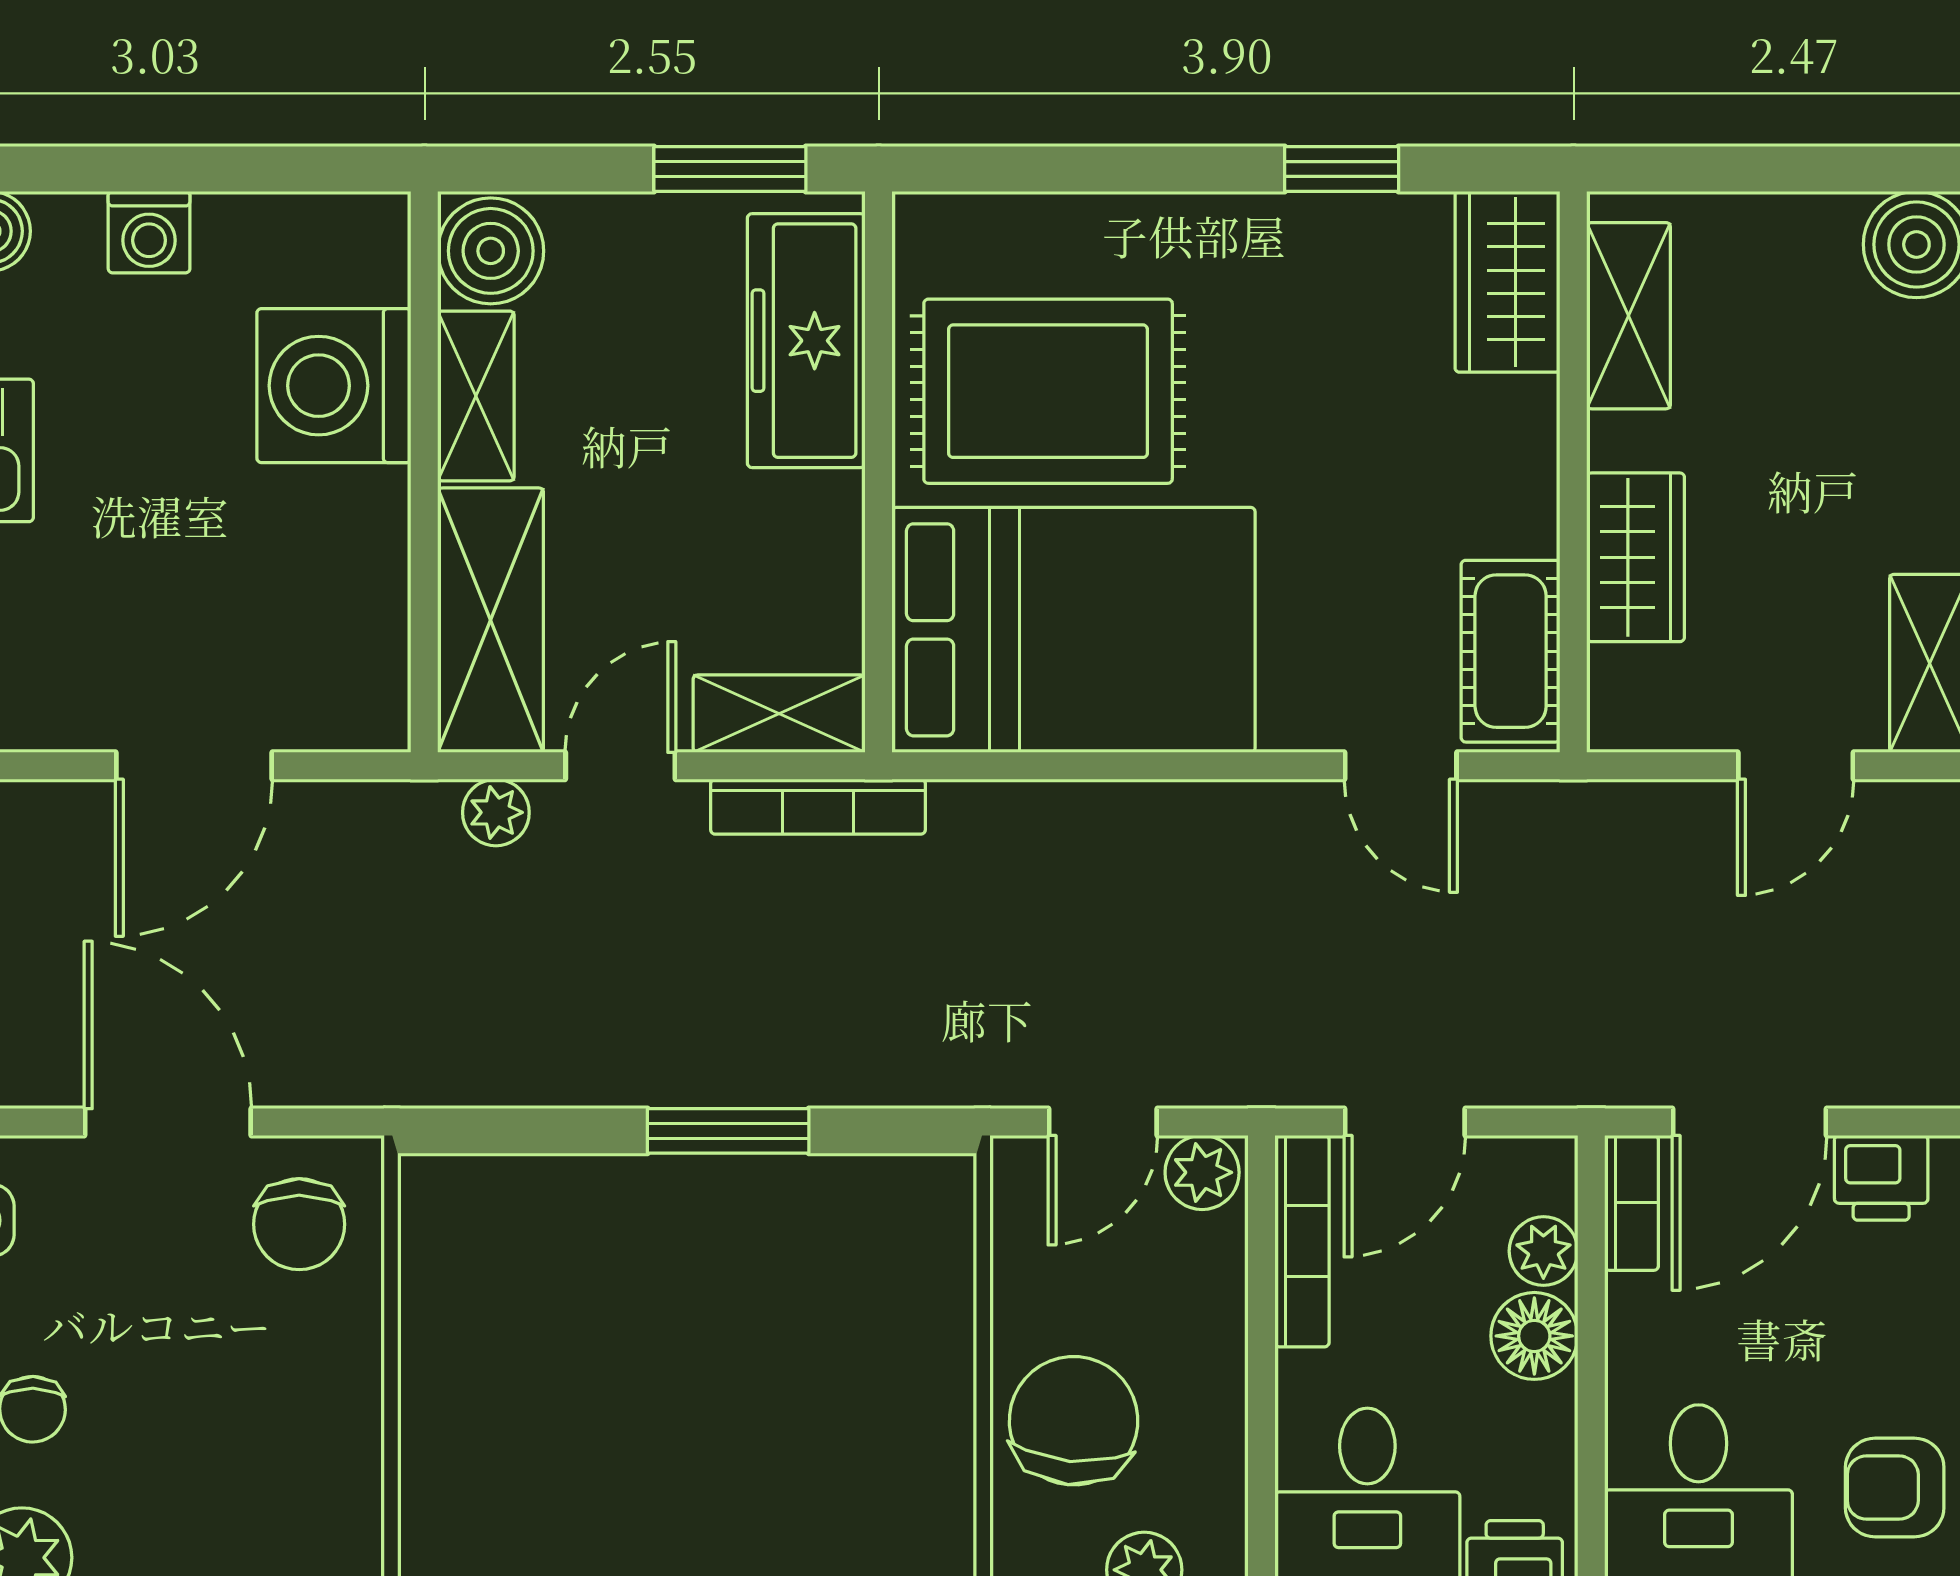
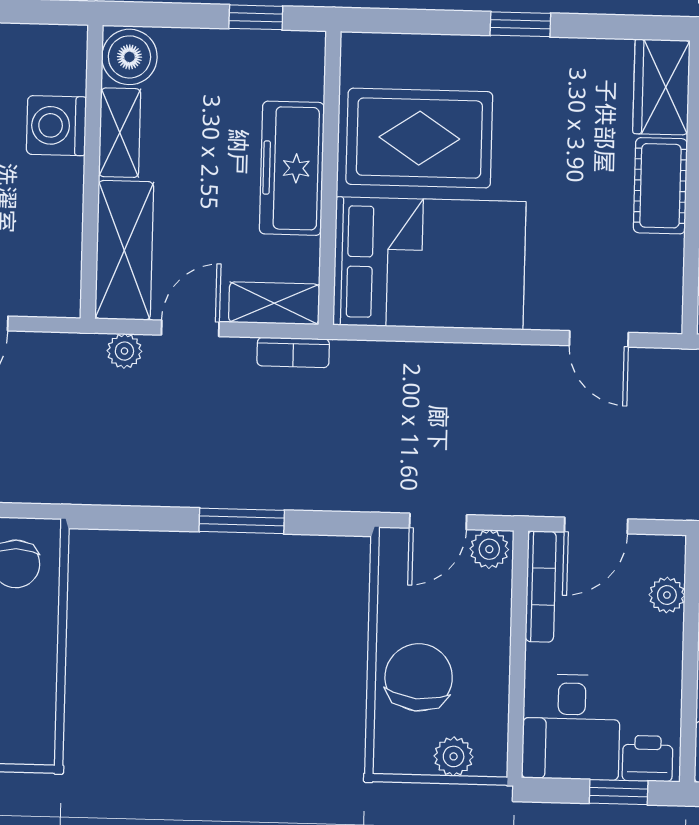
window: (730, 169) -> (256, 17), width x0.67
window: (1342, 169) -> (520, 24), moved
freezer: (806, 341) -> (292, 168), moved
washing machine: (334, 386) -> (56, 126), width x0.73, depth x0.73
cot: (1511, 651) -> (660, 186), moved
bookcase: (818, 807) -> (293, 352), width x0.64
floor lamp: (1534, 1336) -> (661, 639), removed

